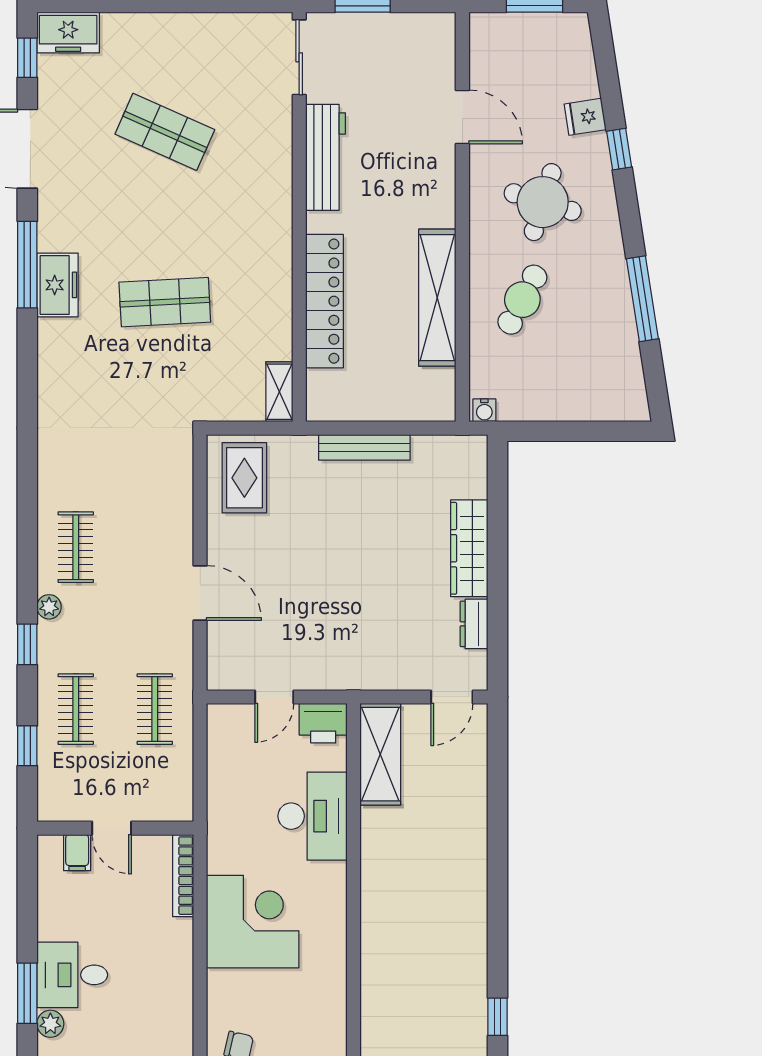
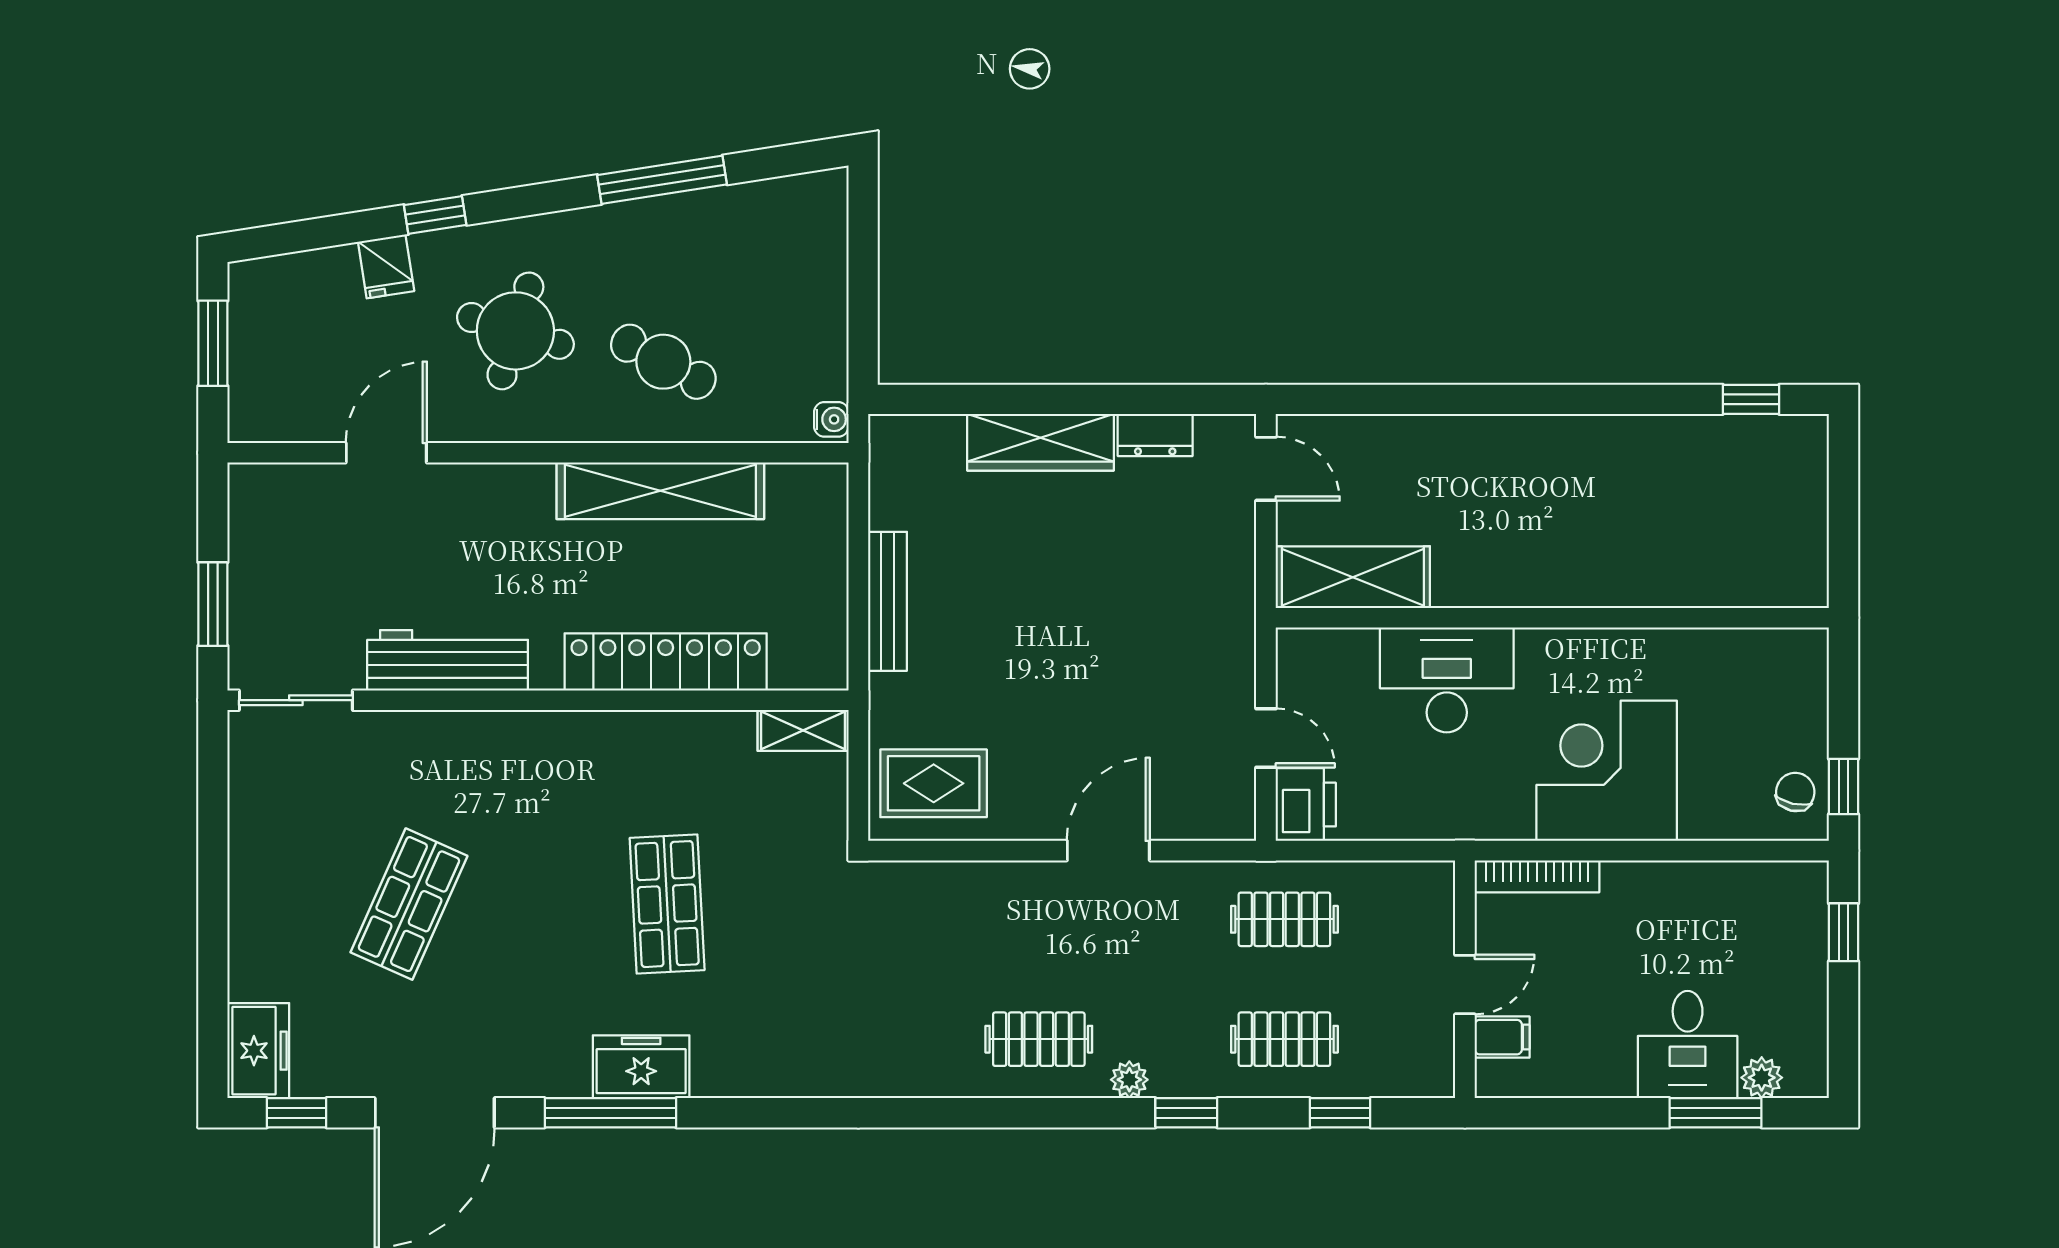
printer: (323, 723) -> (1306, 805), moved

